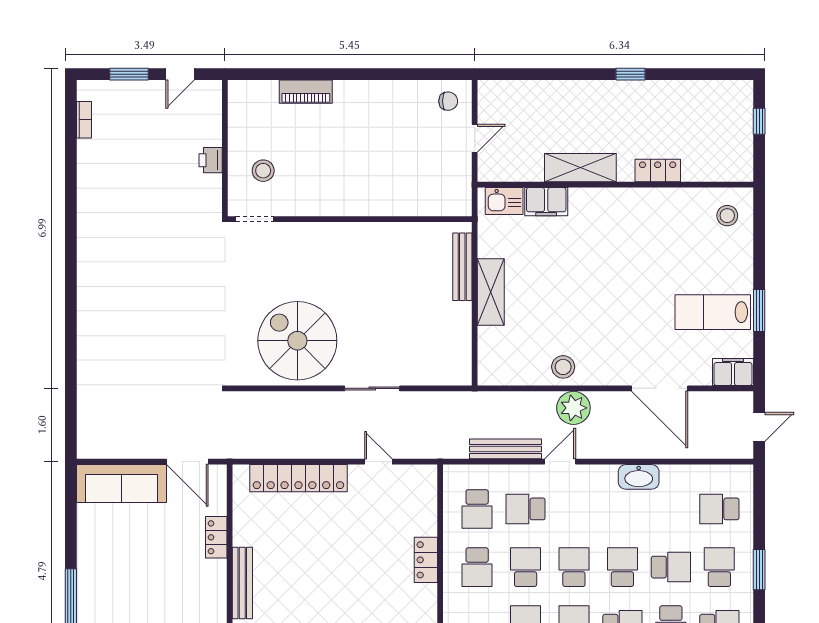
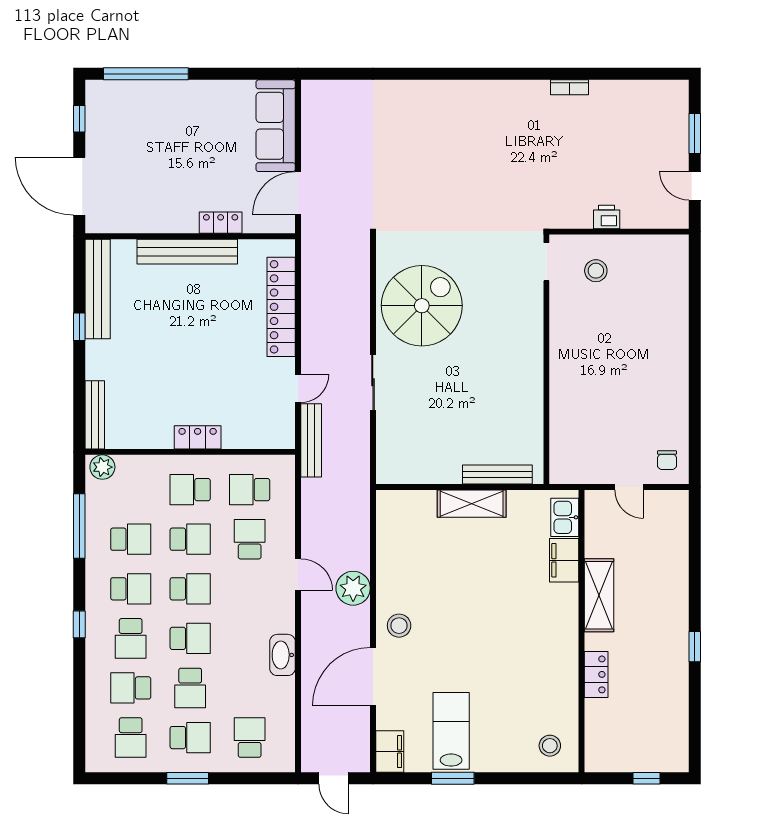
piano: (306, 92) -> (677, 314), removed
bookcase: (84, 120) -> (570, 87), moved
stool: (563, 367) -> (399, 626), moved
bench: (506, 449) -> (311, 440), moved
bench: (242, 583) -> (187, 252), width x1.37, depth x1.21

